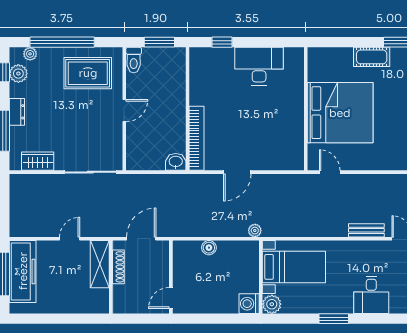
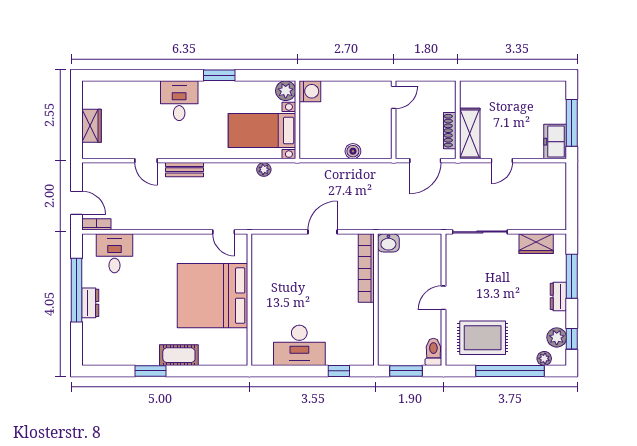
plant: (255, 231) -> (264, 169), moved
freezer: (23, 271) -> (555, 142), width x0.52, depth x0.79

